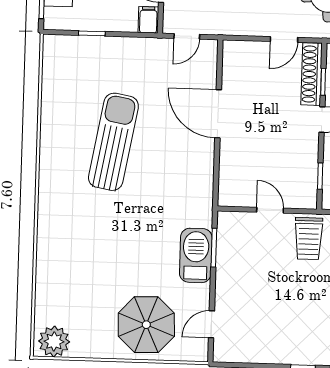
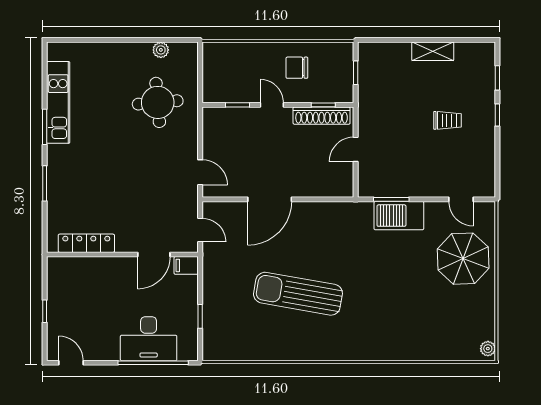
door: (284, 39) -> (200, 172), moved
shoe rack: (312, 74) -> (322, 116), moved
trolley: (309, 239) -> (447, 120), moved, width x0.73, depth x0.72
plant: (54, 341) -> (488, 349), width x0.53, depth x0.53

